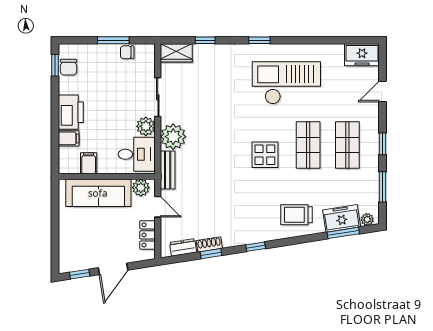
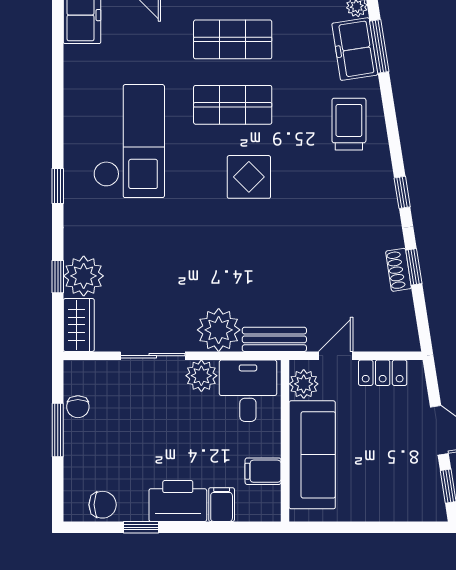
plant: (206, 56) -> (84, 276), added
window: (55, 65) -> (141, 527), moved
checkout: (286, 83) -> (129, 141), turned 180
trolley: (297, 215) -> (349, 124), turned 180
dresser: (183, 247) -> (403, 313), removed

